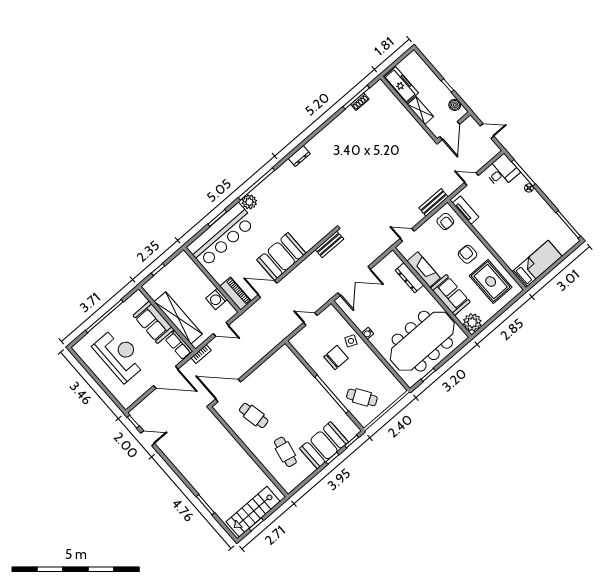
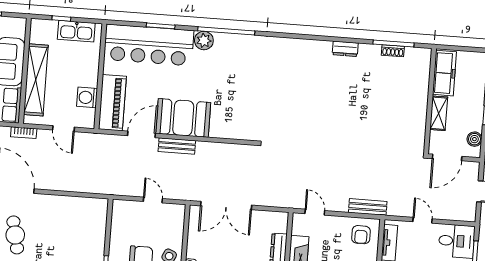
dresser: (299, 156) -> (345, 49), moved
bench: (329, 244) -> (177, 146), moved
kitchen sink: (173, 268) -> (76, 31), added
door: (267, 289) -> (142, 134), hinge flipped
piano: (236, 294) -> (112, 103), width x1.37, depth x1.33

